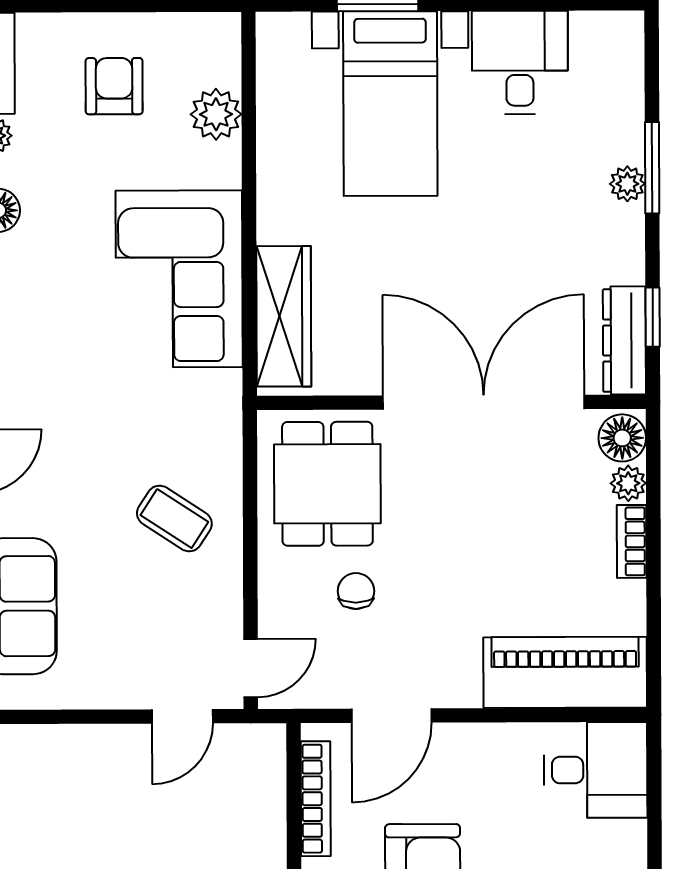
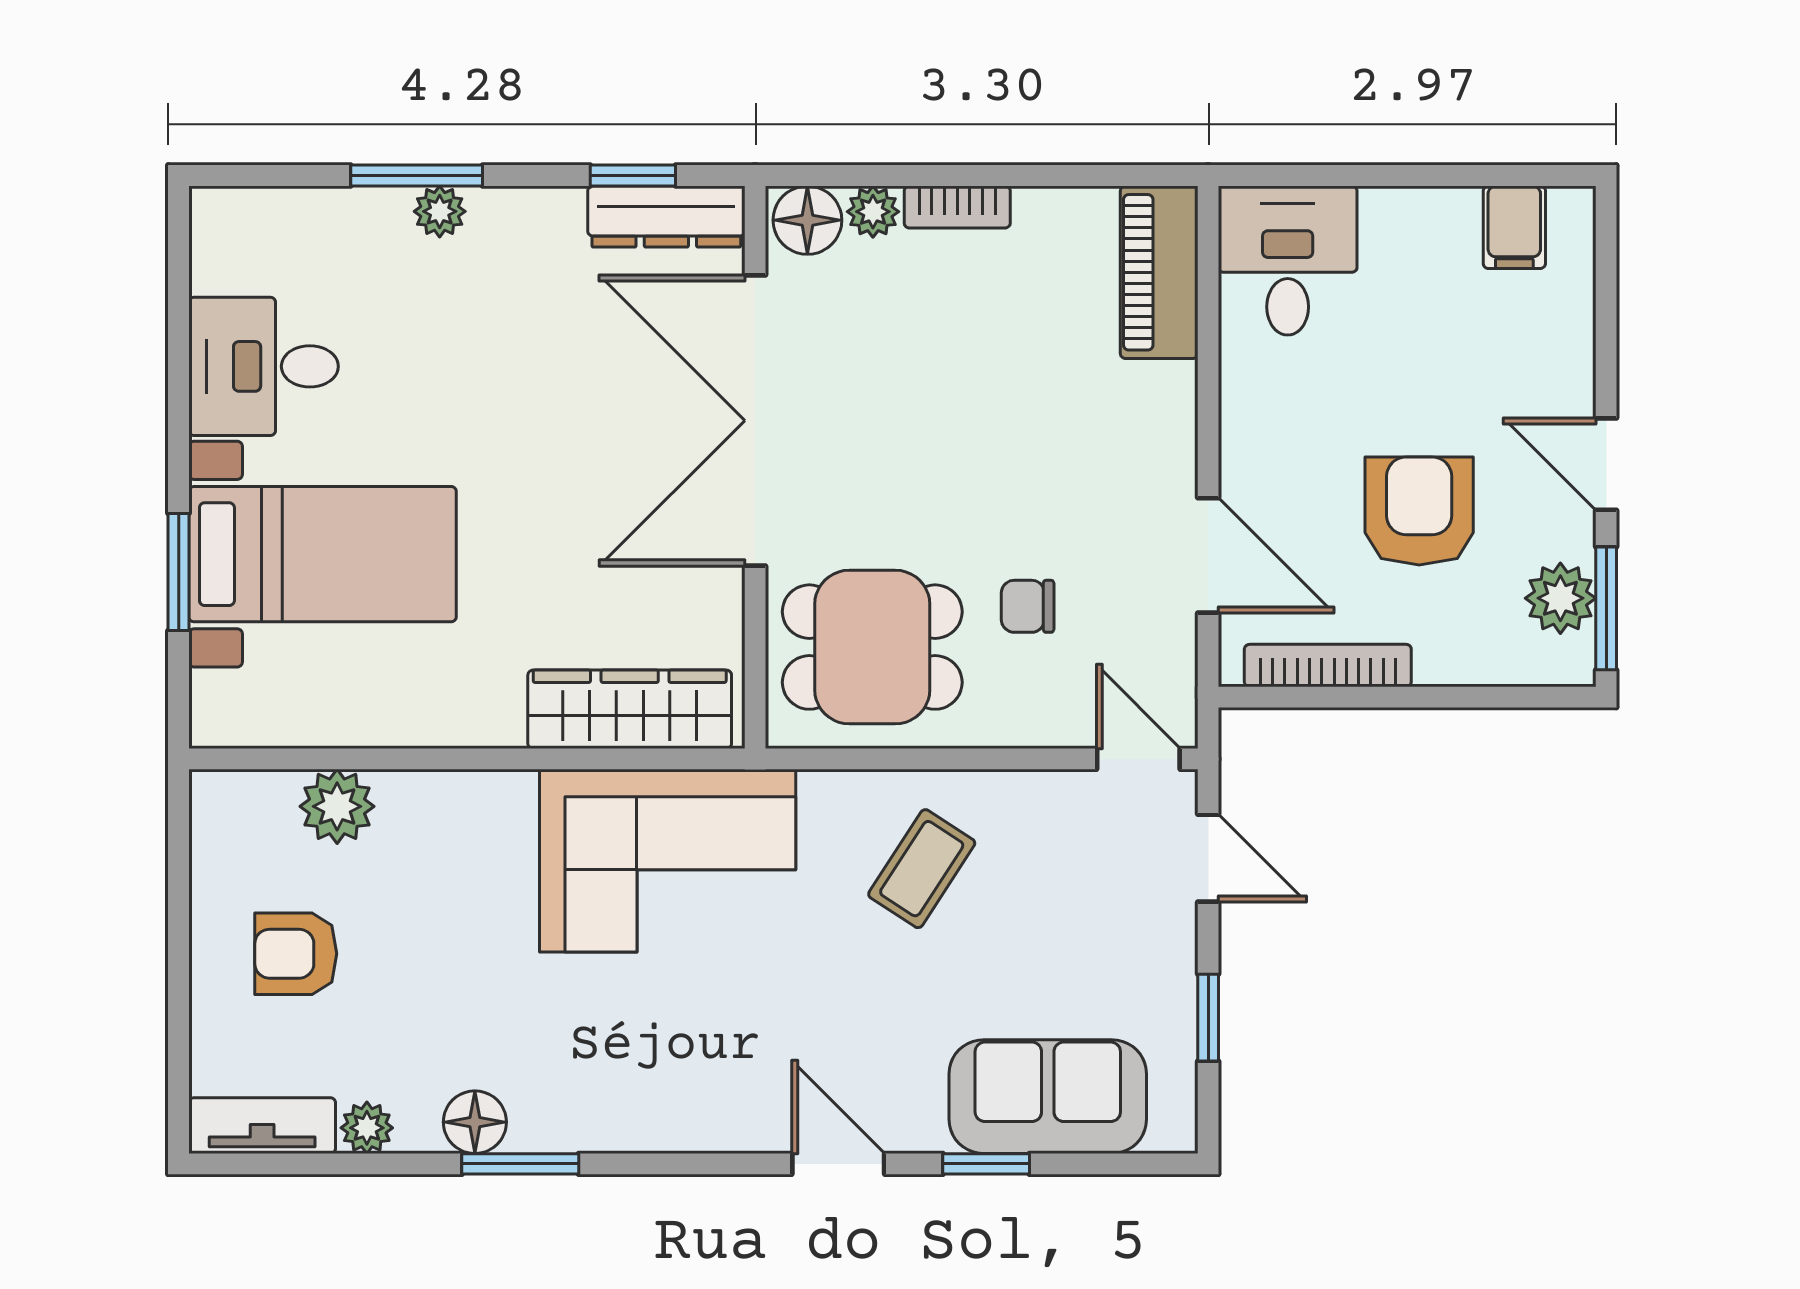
corner sofa: (179, 279) -> (668, 861), moved
piano: (565, 672) -> (1159, 272), width x0.73, depth x0.75
window: (72, 717) -> (1208, 1018), added

